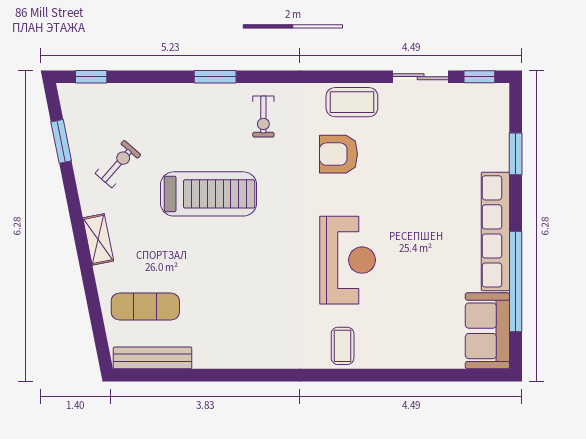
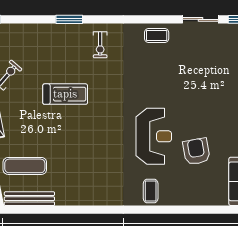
coffee table: (352, 102) -> (157, 36), width x0.73, depth x0.77
armchair: (339, 154) -> (196, 151), moved, turned 80
treadmill: (209, 194) -> (65, 94), width x0.73, depth x0.73

